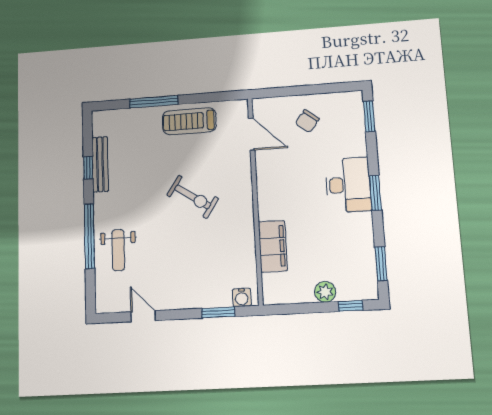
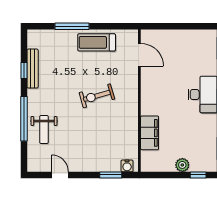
chair: (307, 121) -> (178, 48), removed
exercise bike: (193, 197) -> (97, 96), turned 130

